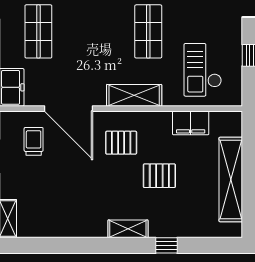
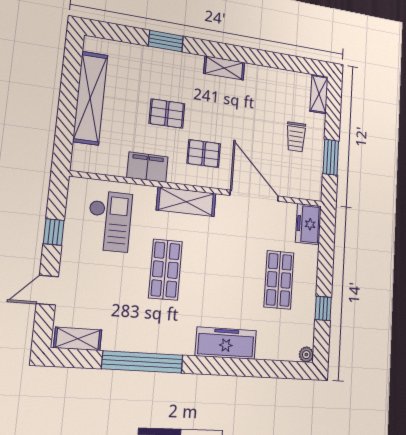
filing cabinet: (191, 123) -> (147, 167), moved
trolley: (34, 141) -> (296, 137), moved
shelving: (128, 229) -> (224, 68), moved
window: (166, 245) -> (166, 41), width x1.50

